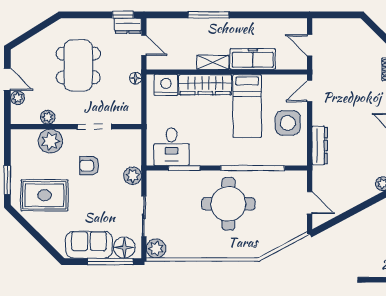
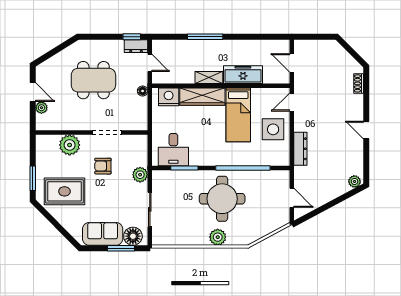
dining table: (78, 65) -> (93, 80), turned 90
plant: (48, 117) -> (67, 124), removed
plant: (156, 249) -> (218, 237), moved
window: (110, 262) -> (121, 248), width x0.69

